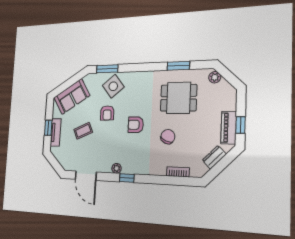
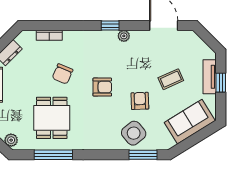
window: (178, 66) -> (53, 155), width x1.44
dining table: (179, 98) -> (52, 118), turned 90

